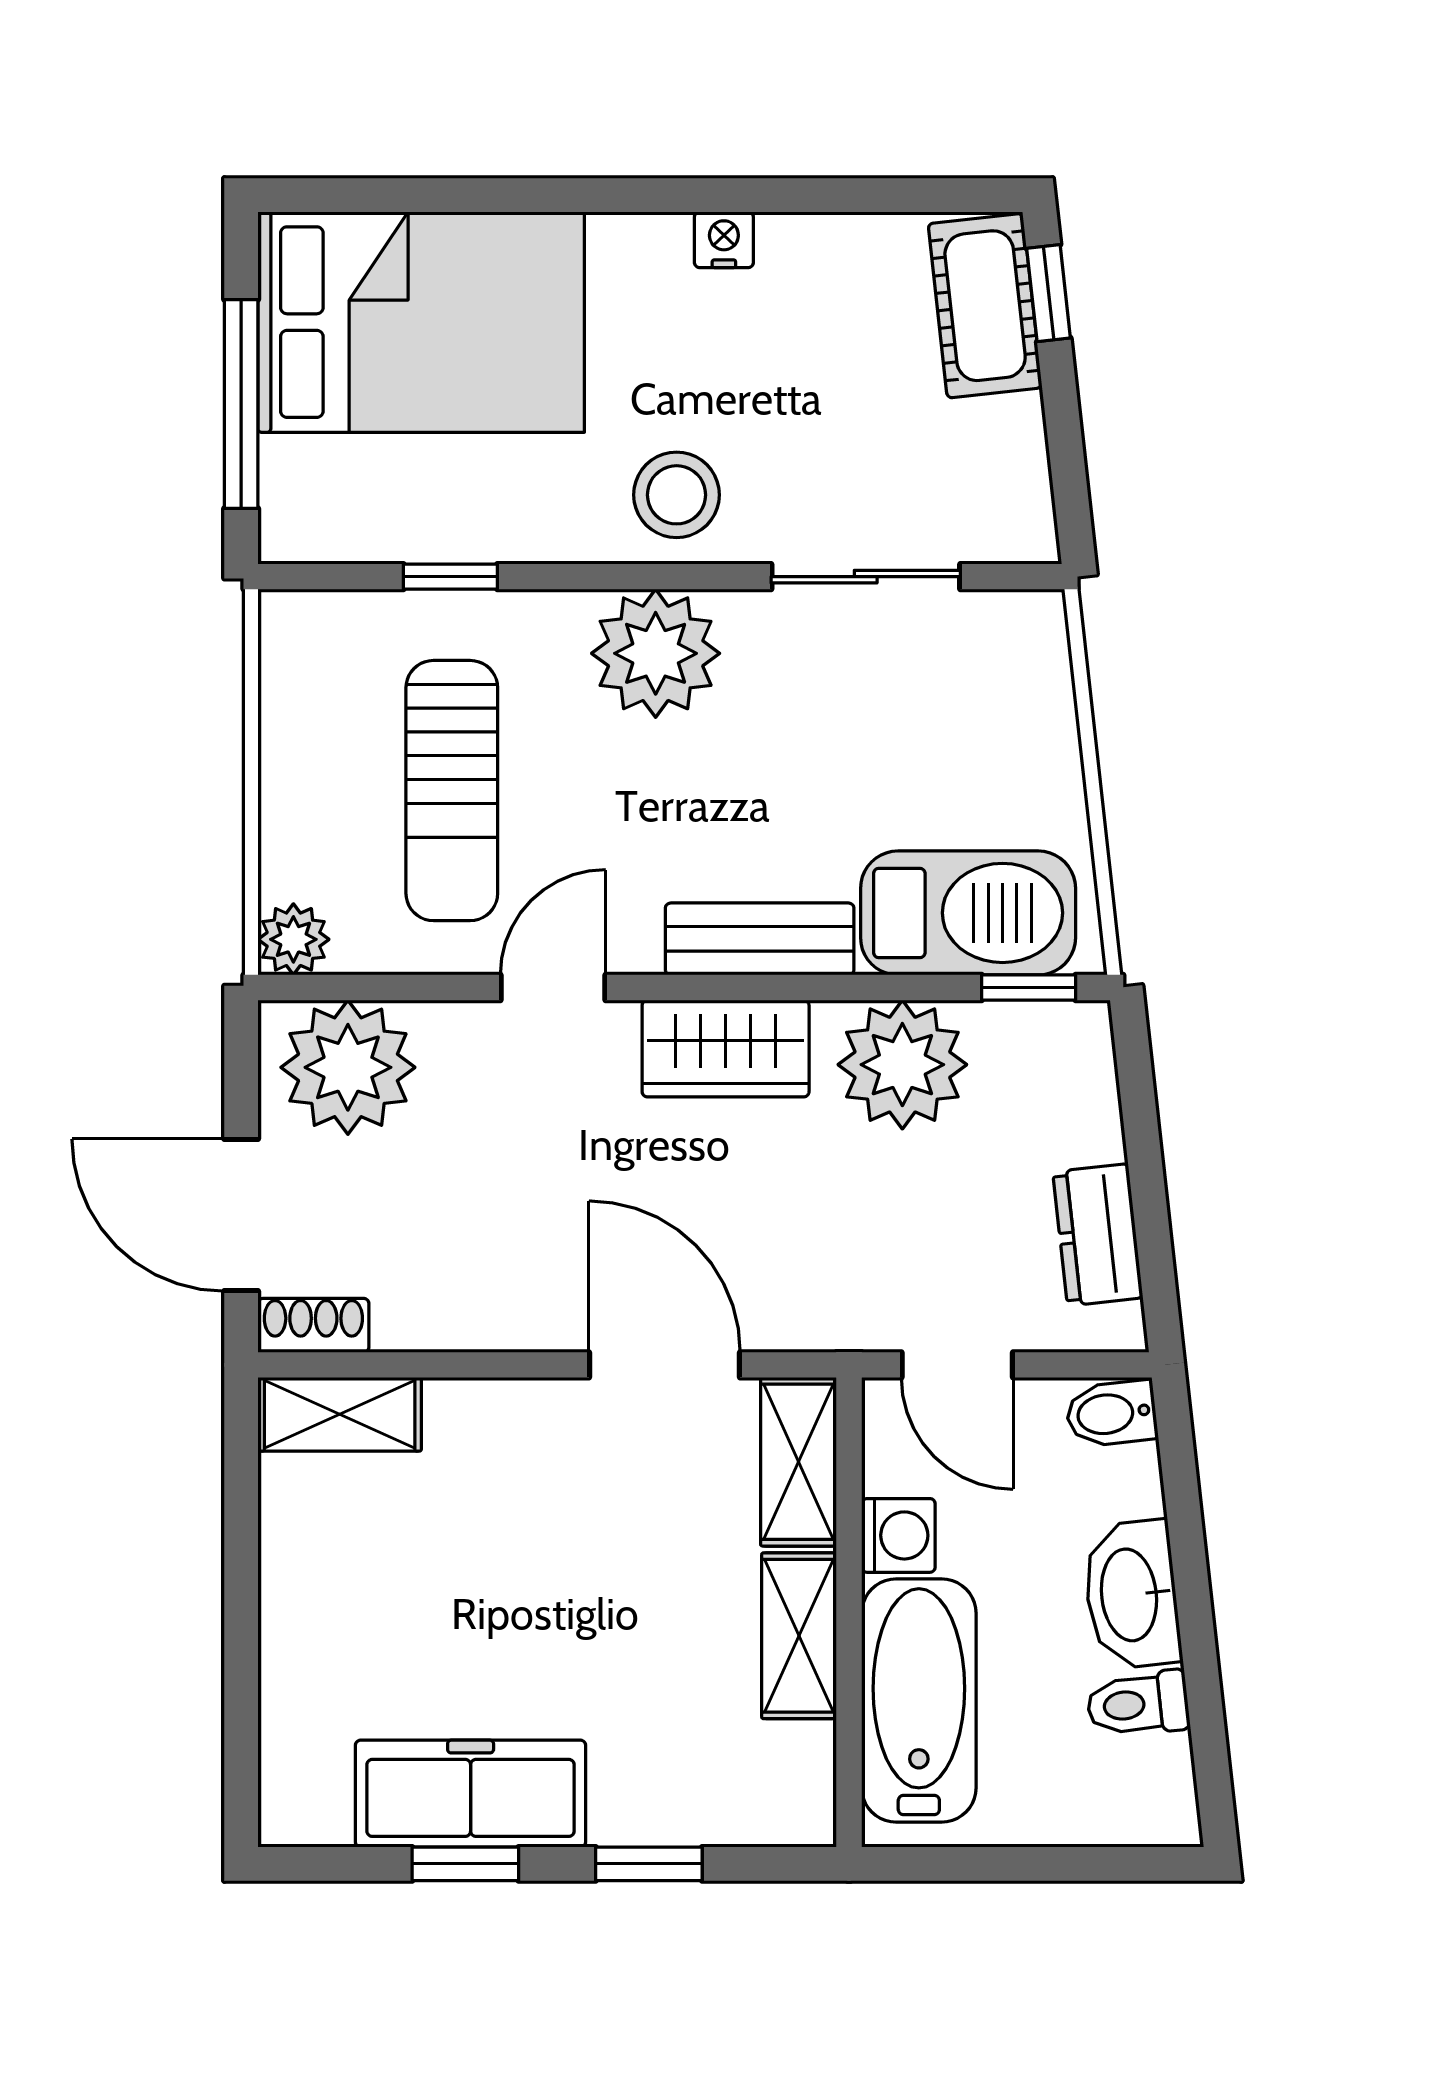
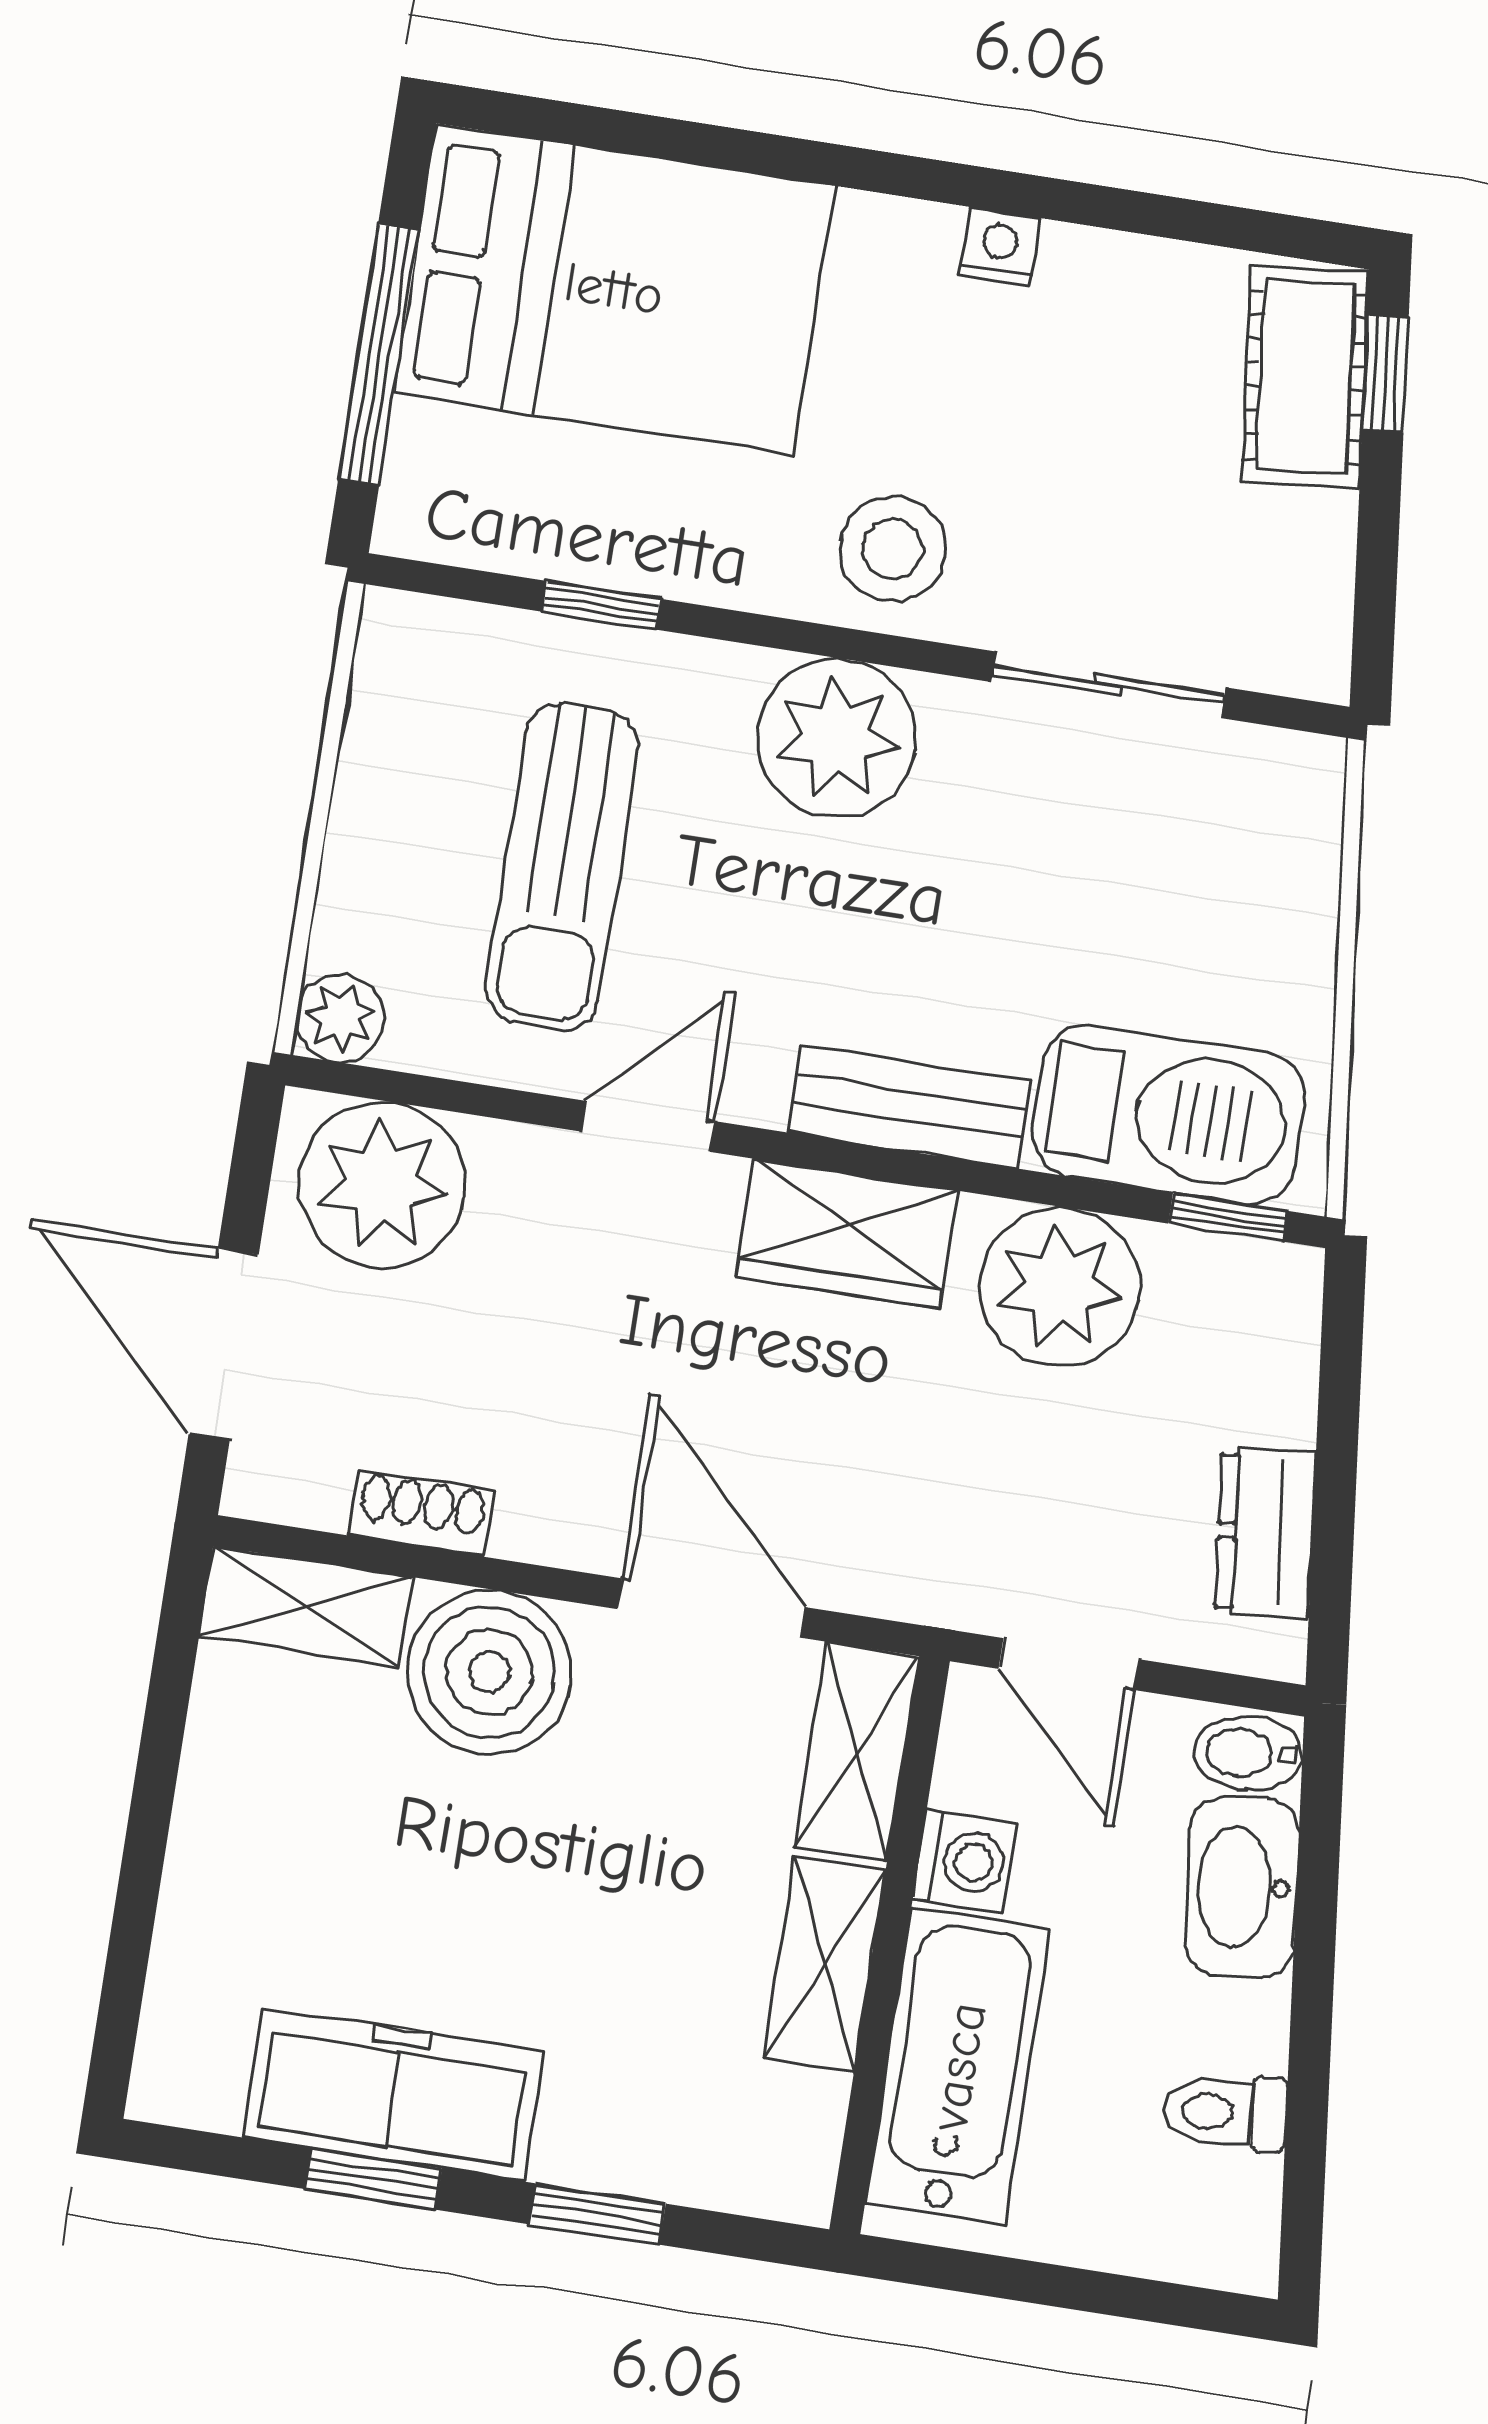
shoe rack: (313, 1325) -> (422, 1513), moved
boiler: (495, 1444) -> (489, 1672), added
washbasin: (1132, 1595) -> (1242, 1887), moved

